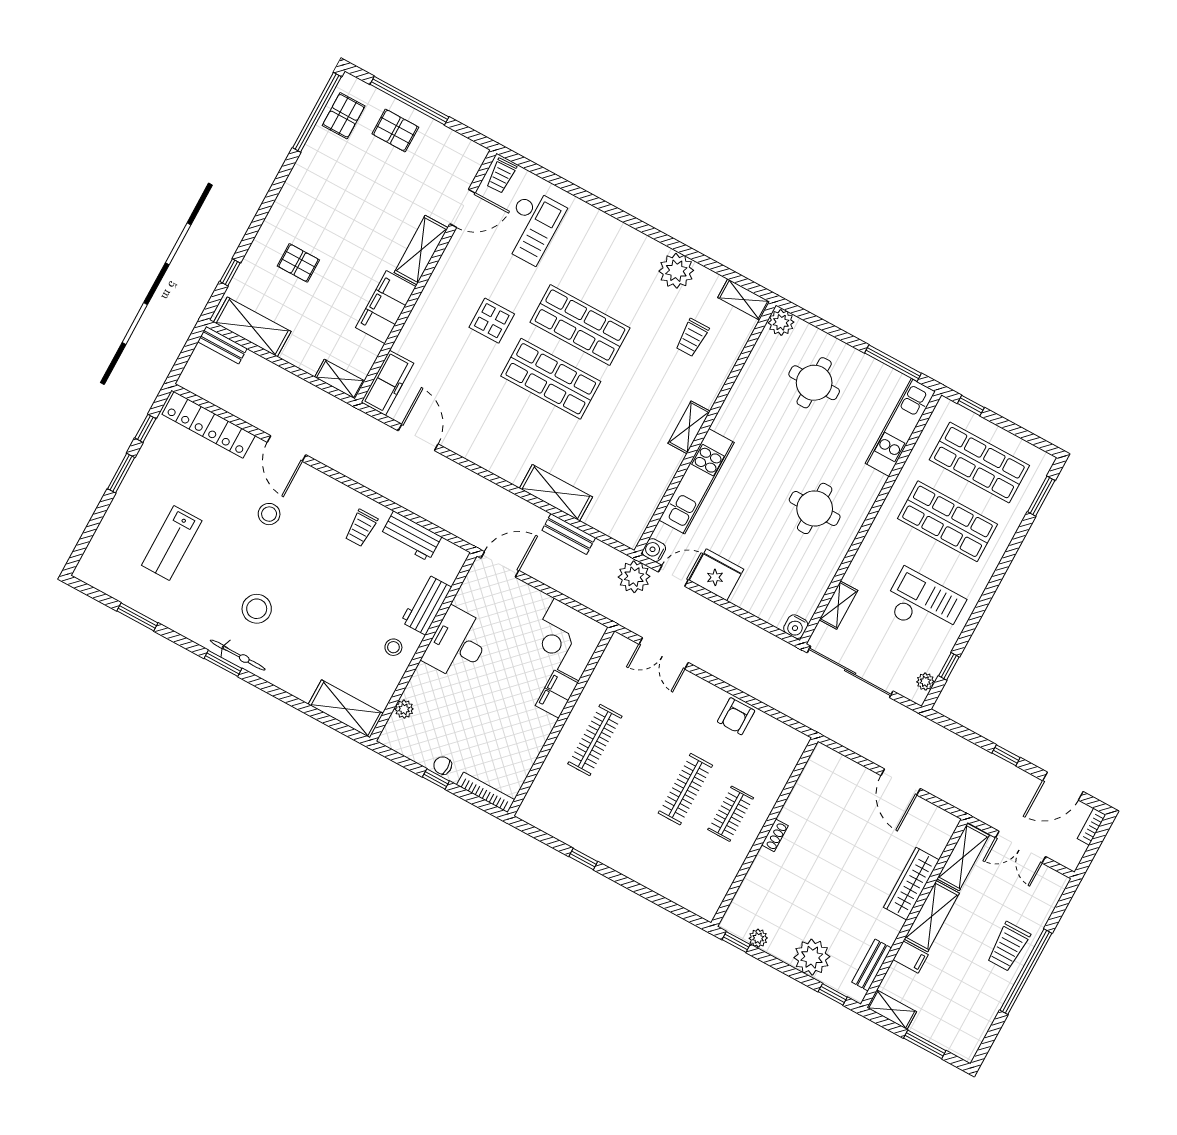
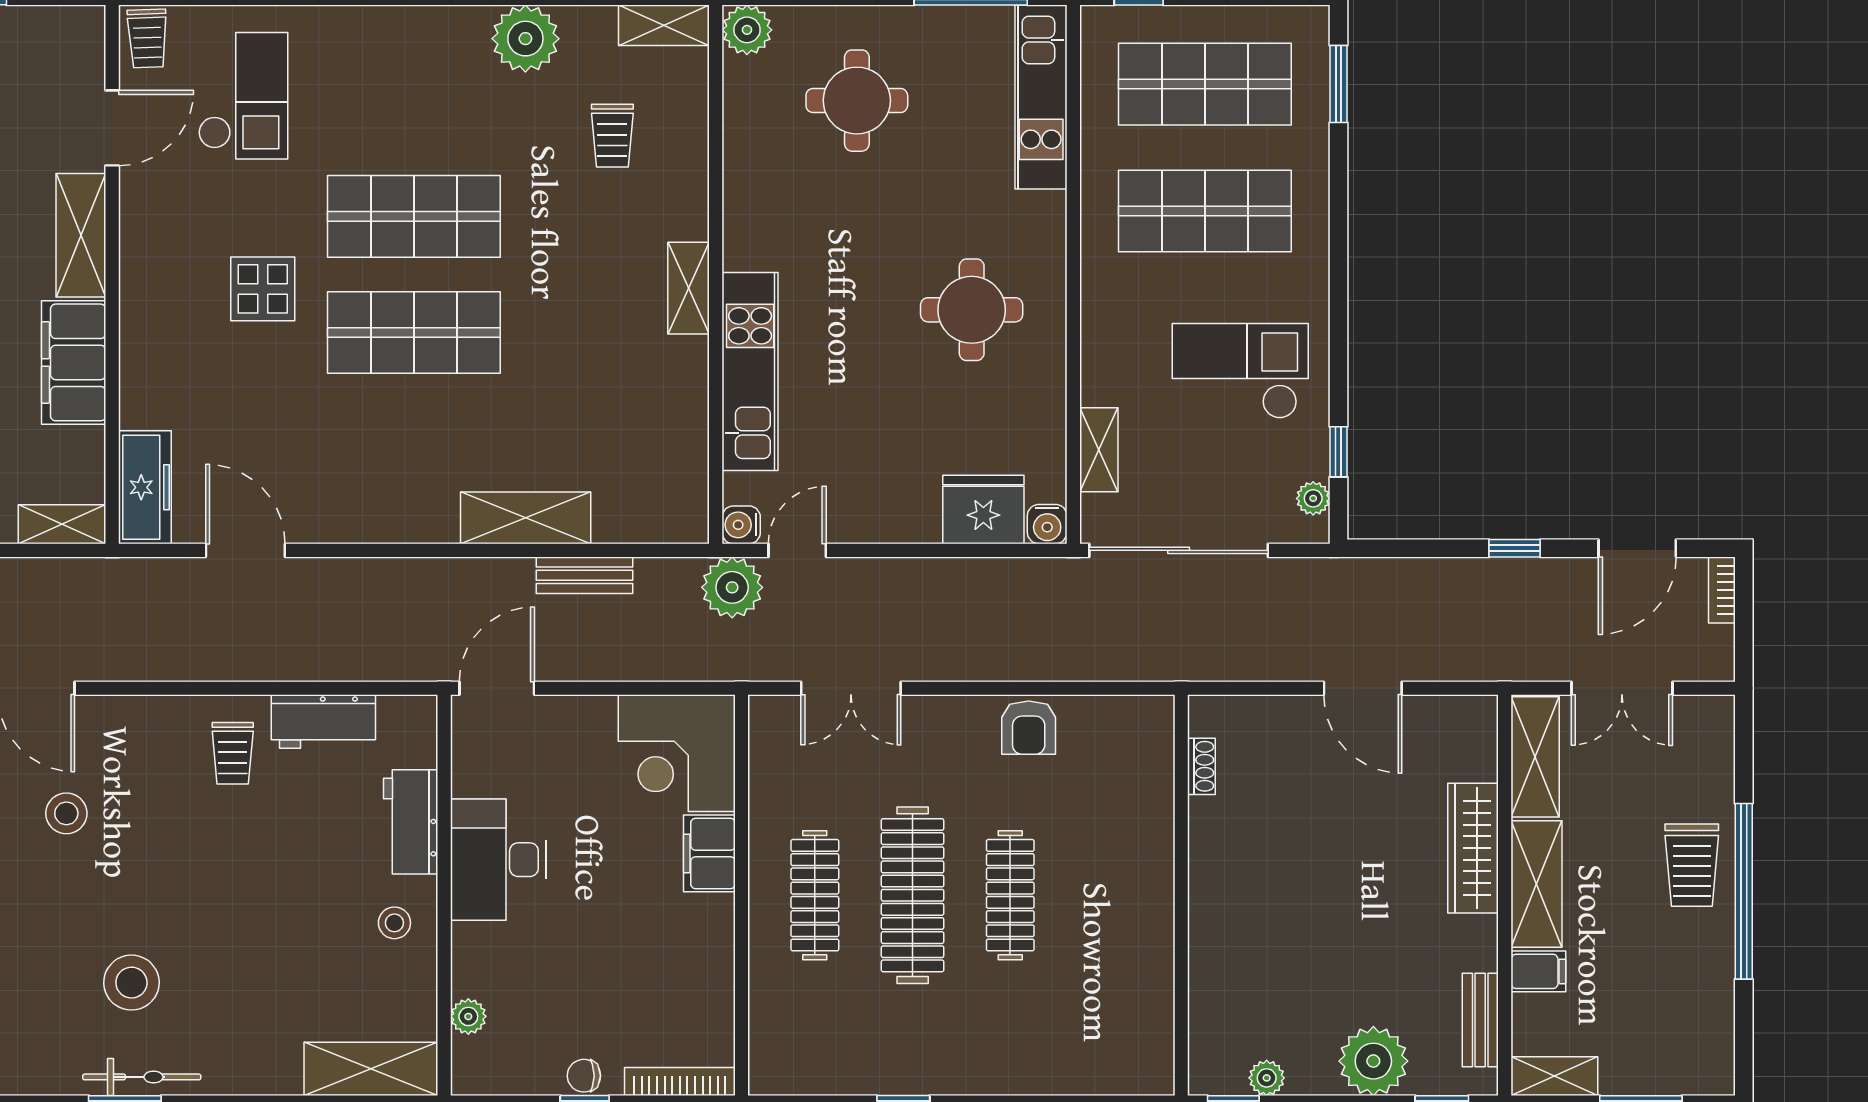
fridge: (716, 575) -> (983, 510), moved
clothes rail: (731, 814) -> (913, 895), moved, width x1.86, depth x1.31
shoe rack: (775, 835) -> (1201, 766), moved

